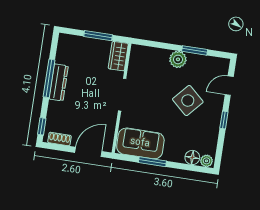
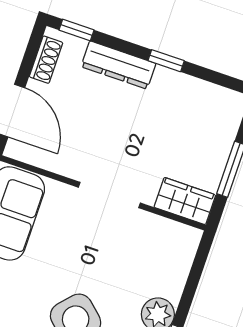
window: (49, 78) -> (166, 61), width x0.46
dresser: (59, 82) -> (118, 65), moved

